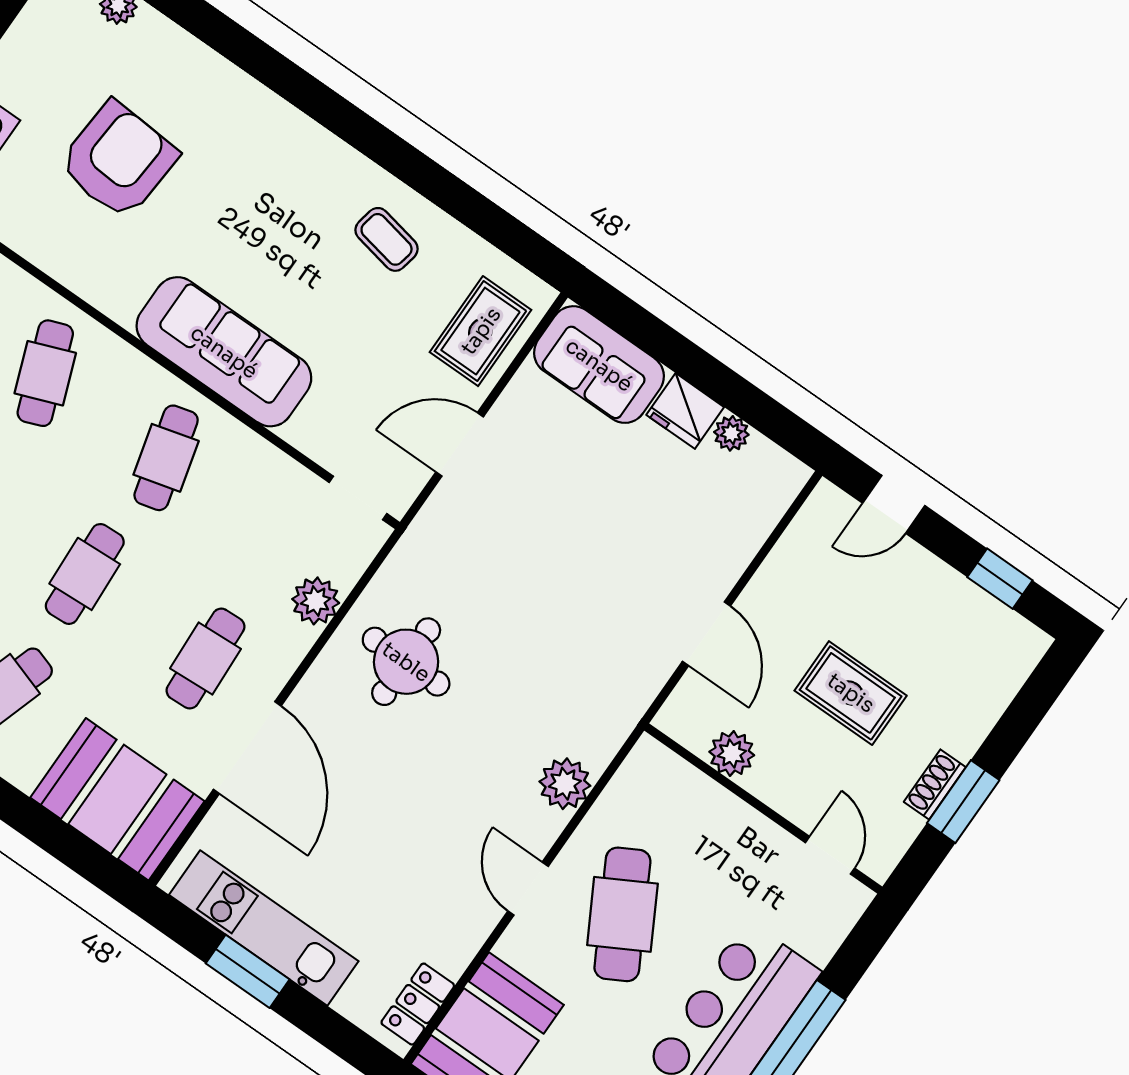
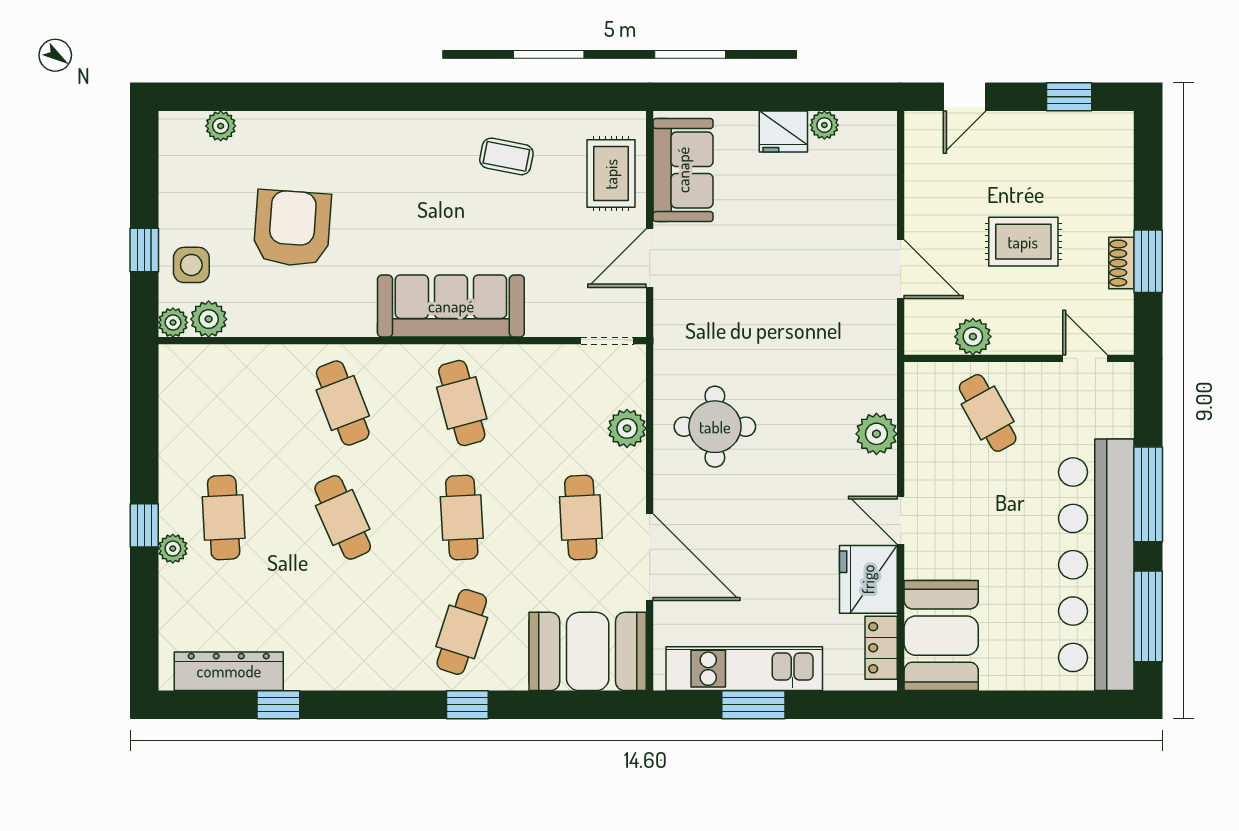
sofa: (599, 365) -> (683, 170), moved, turned -90
cafe table: (622, 914) -> (988, 413), moved, width x0.73, depth x0.74
fridge: (453, 926) -> (868, 579), added

